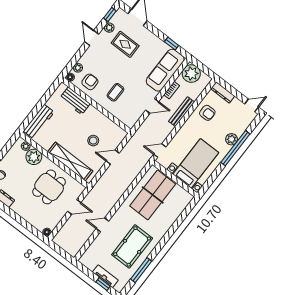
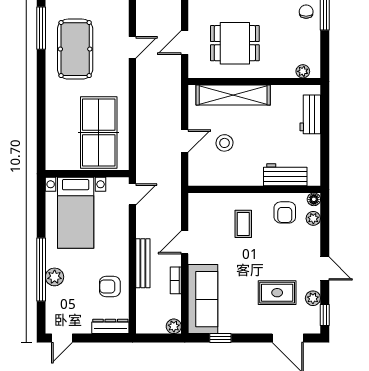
plant: (191, 74) -> (174, 326), width x0.53, depth x0.53
workbench: (39, 122) -> (310, 114), width x0.73
plant: (34, 157) -> (283, 66), removed
dining table: (49, 187) -> (235, 43), turned 90

